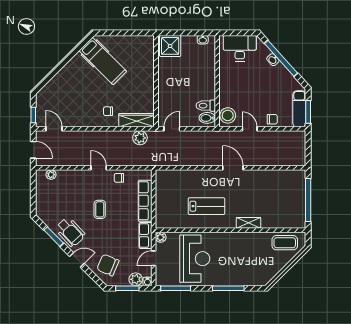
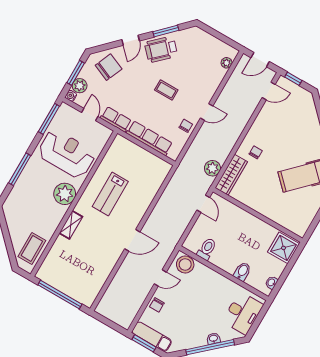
bidet: (207, 118) -> (242, 271), moved
plant: (161, 237) -> (65, 194), moved, width x1.88, depth x1.88
reception desk: (195, 259) -> (67, 154), turned 180

